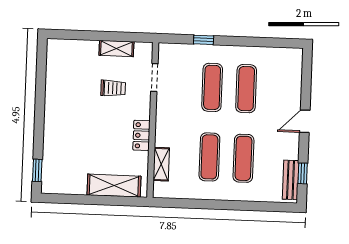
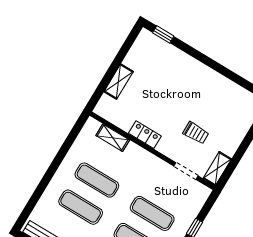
shelving: (116, 48) -> (217, 169), moved
trolley: (113, 88) -> (196, 133), turned -91
shelving: (114, 186) -> (119, 82), width x0.67, depth x0.75

